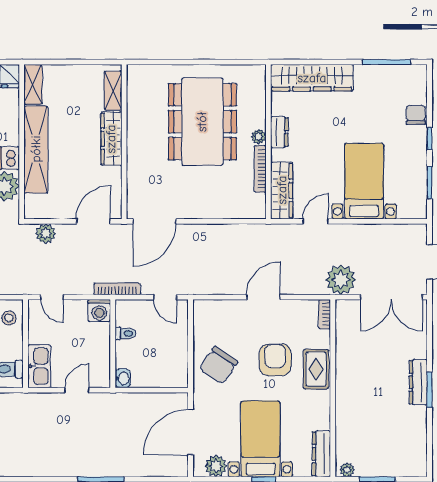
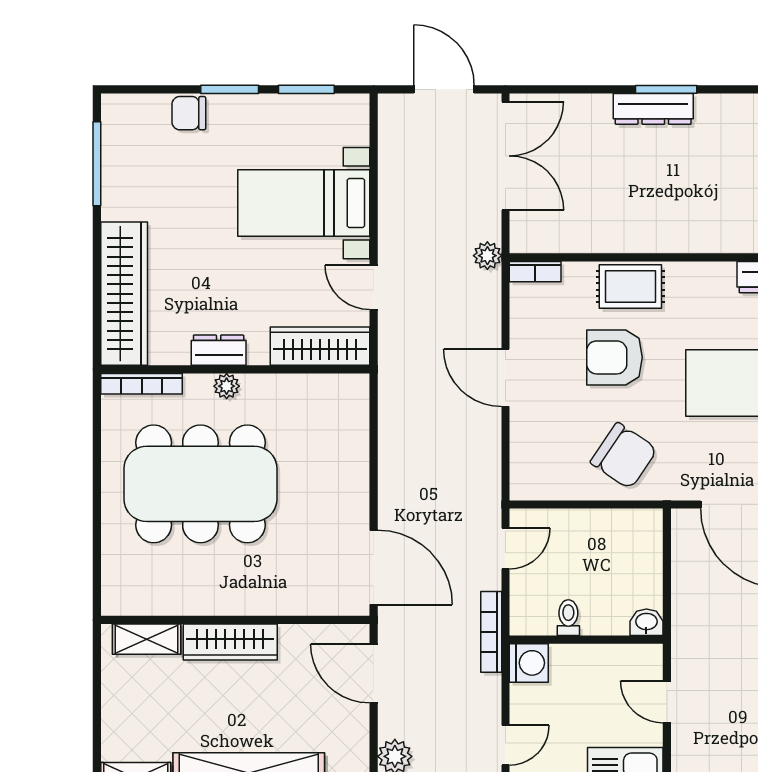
window: (430, 138) -> (230, 89), width x1.50
bookcase: (260, 169) -> (142, 384), moved
plant: (341, 280) -> (487, 256), width x0.53, depth x0.53

